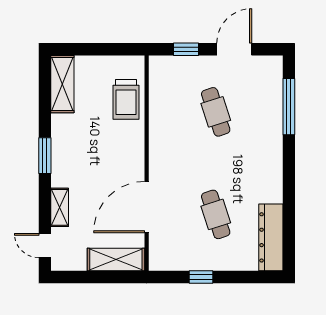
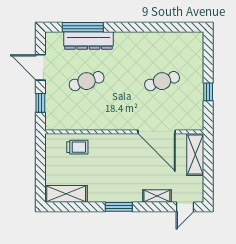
trolley: (126, 99) -> (77, 147), width x0.73, depth x0.72
dresser: (271, 237) -> (88, 40), moved

